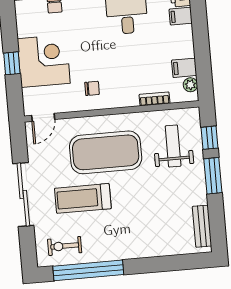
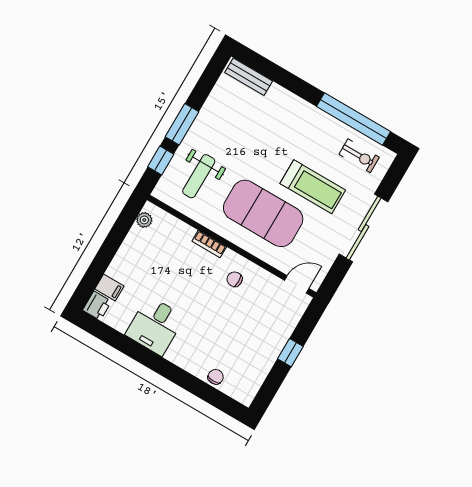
corner desk: (44, 61) -> (260, 335), removed
filing cabinet: (184, 68) -> (139, 239), removed
bookcase: (154, 99) -> (209, 244), moved
bench: (202, 226) -> (249, 77), moved, turned 90

